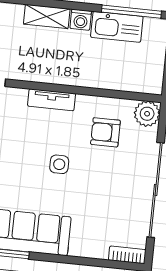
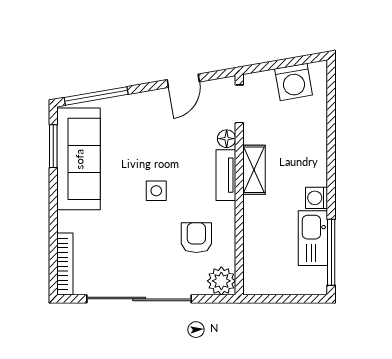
shelving: (47, 16) -> (254, 170), moved
floor lamp: (19, 96) -> (227, 139), added
bookcase: (127, 255) -> (65, 264), width x1.56

